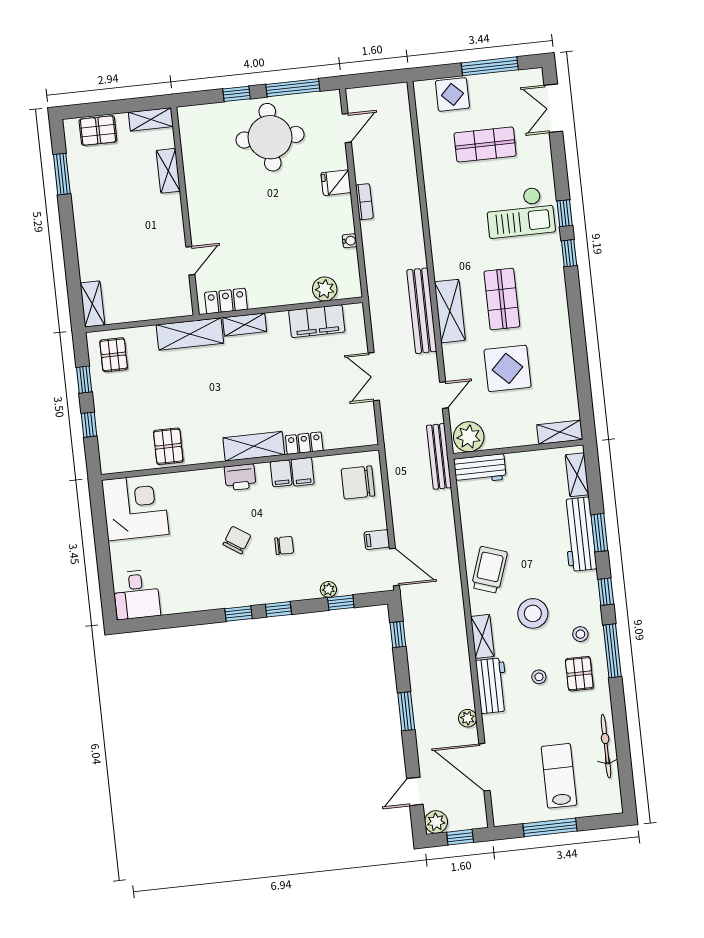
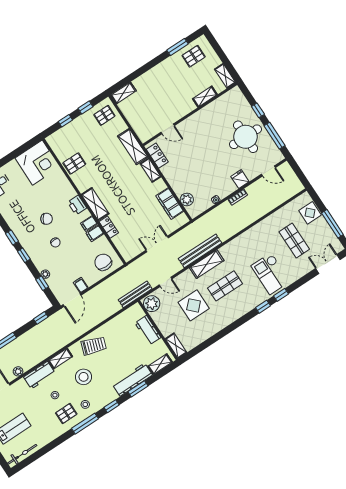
pallet: (98, 131) -> (194, 56), moved, turned 90
workbench: (480, 469) -> (148, 330), moved
bicycle: (606, 746) -> (22, 454), moved

